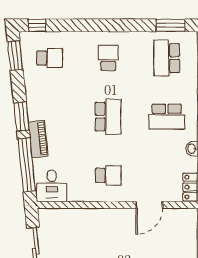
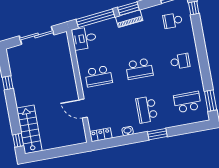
school desk: (50, 58) -> (173, 21), turned 90
piano: (38, 139) -> (129, 19), moved
school desk: (108, 175) -> (99, 76), width x1.85

